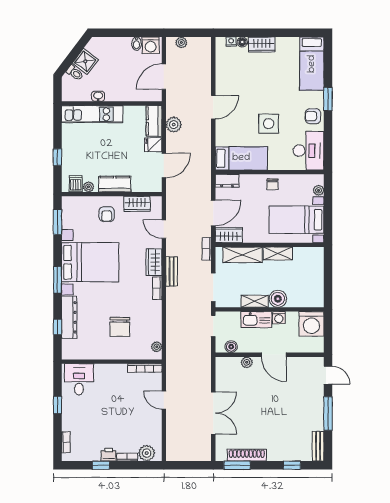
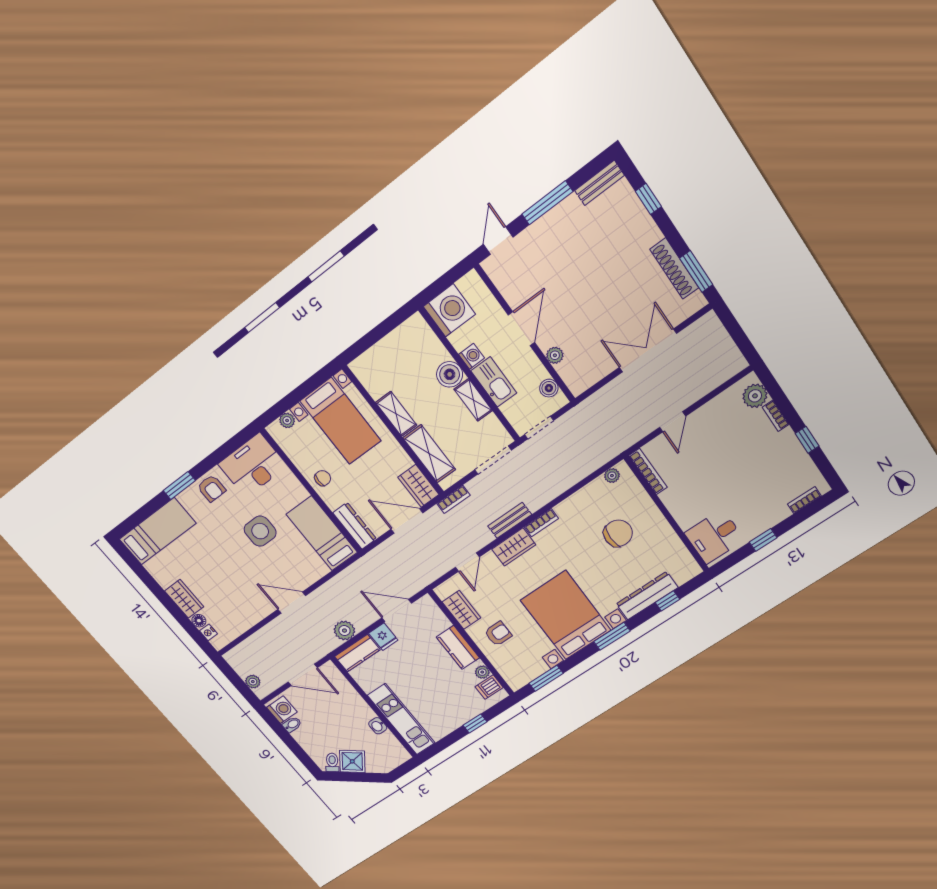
toilet: (75, 73) -> (332, 762), moved
dresser: (227, 181) -> (355, 526), width x1.44
printer: (109, 455) -> (787, 440), removed

